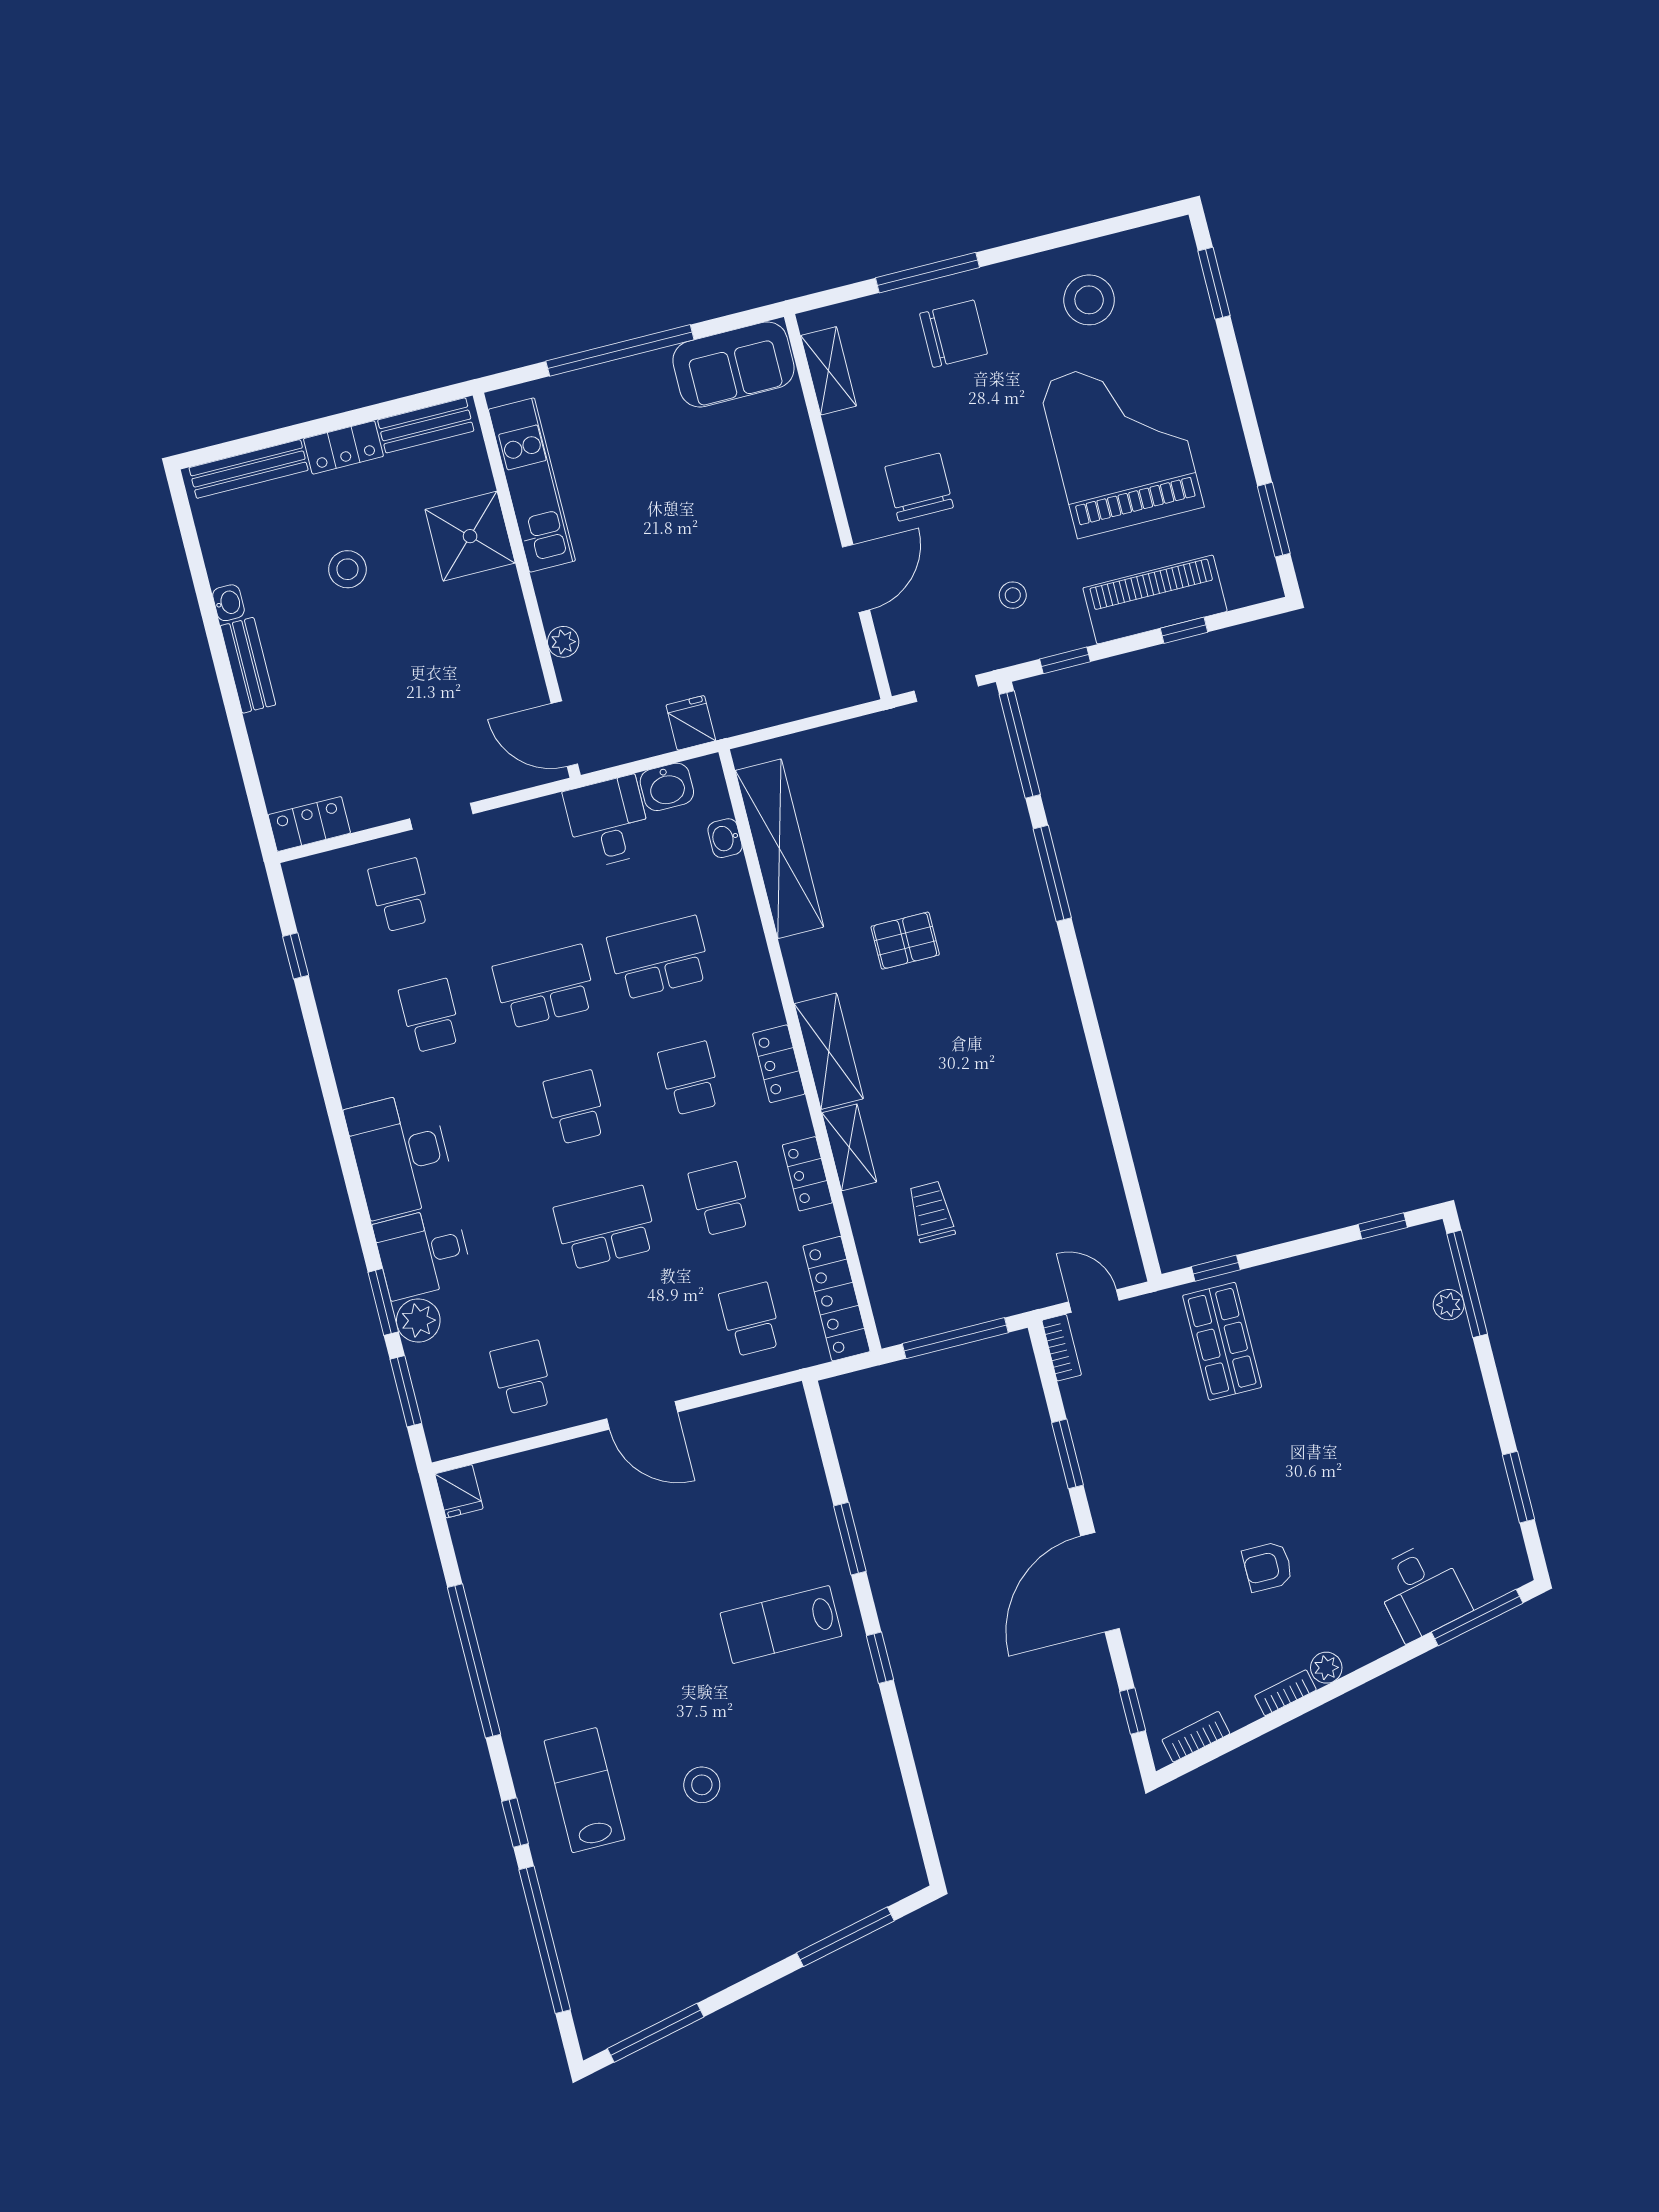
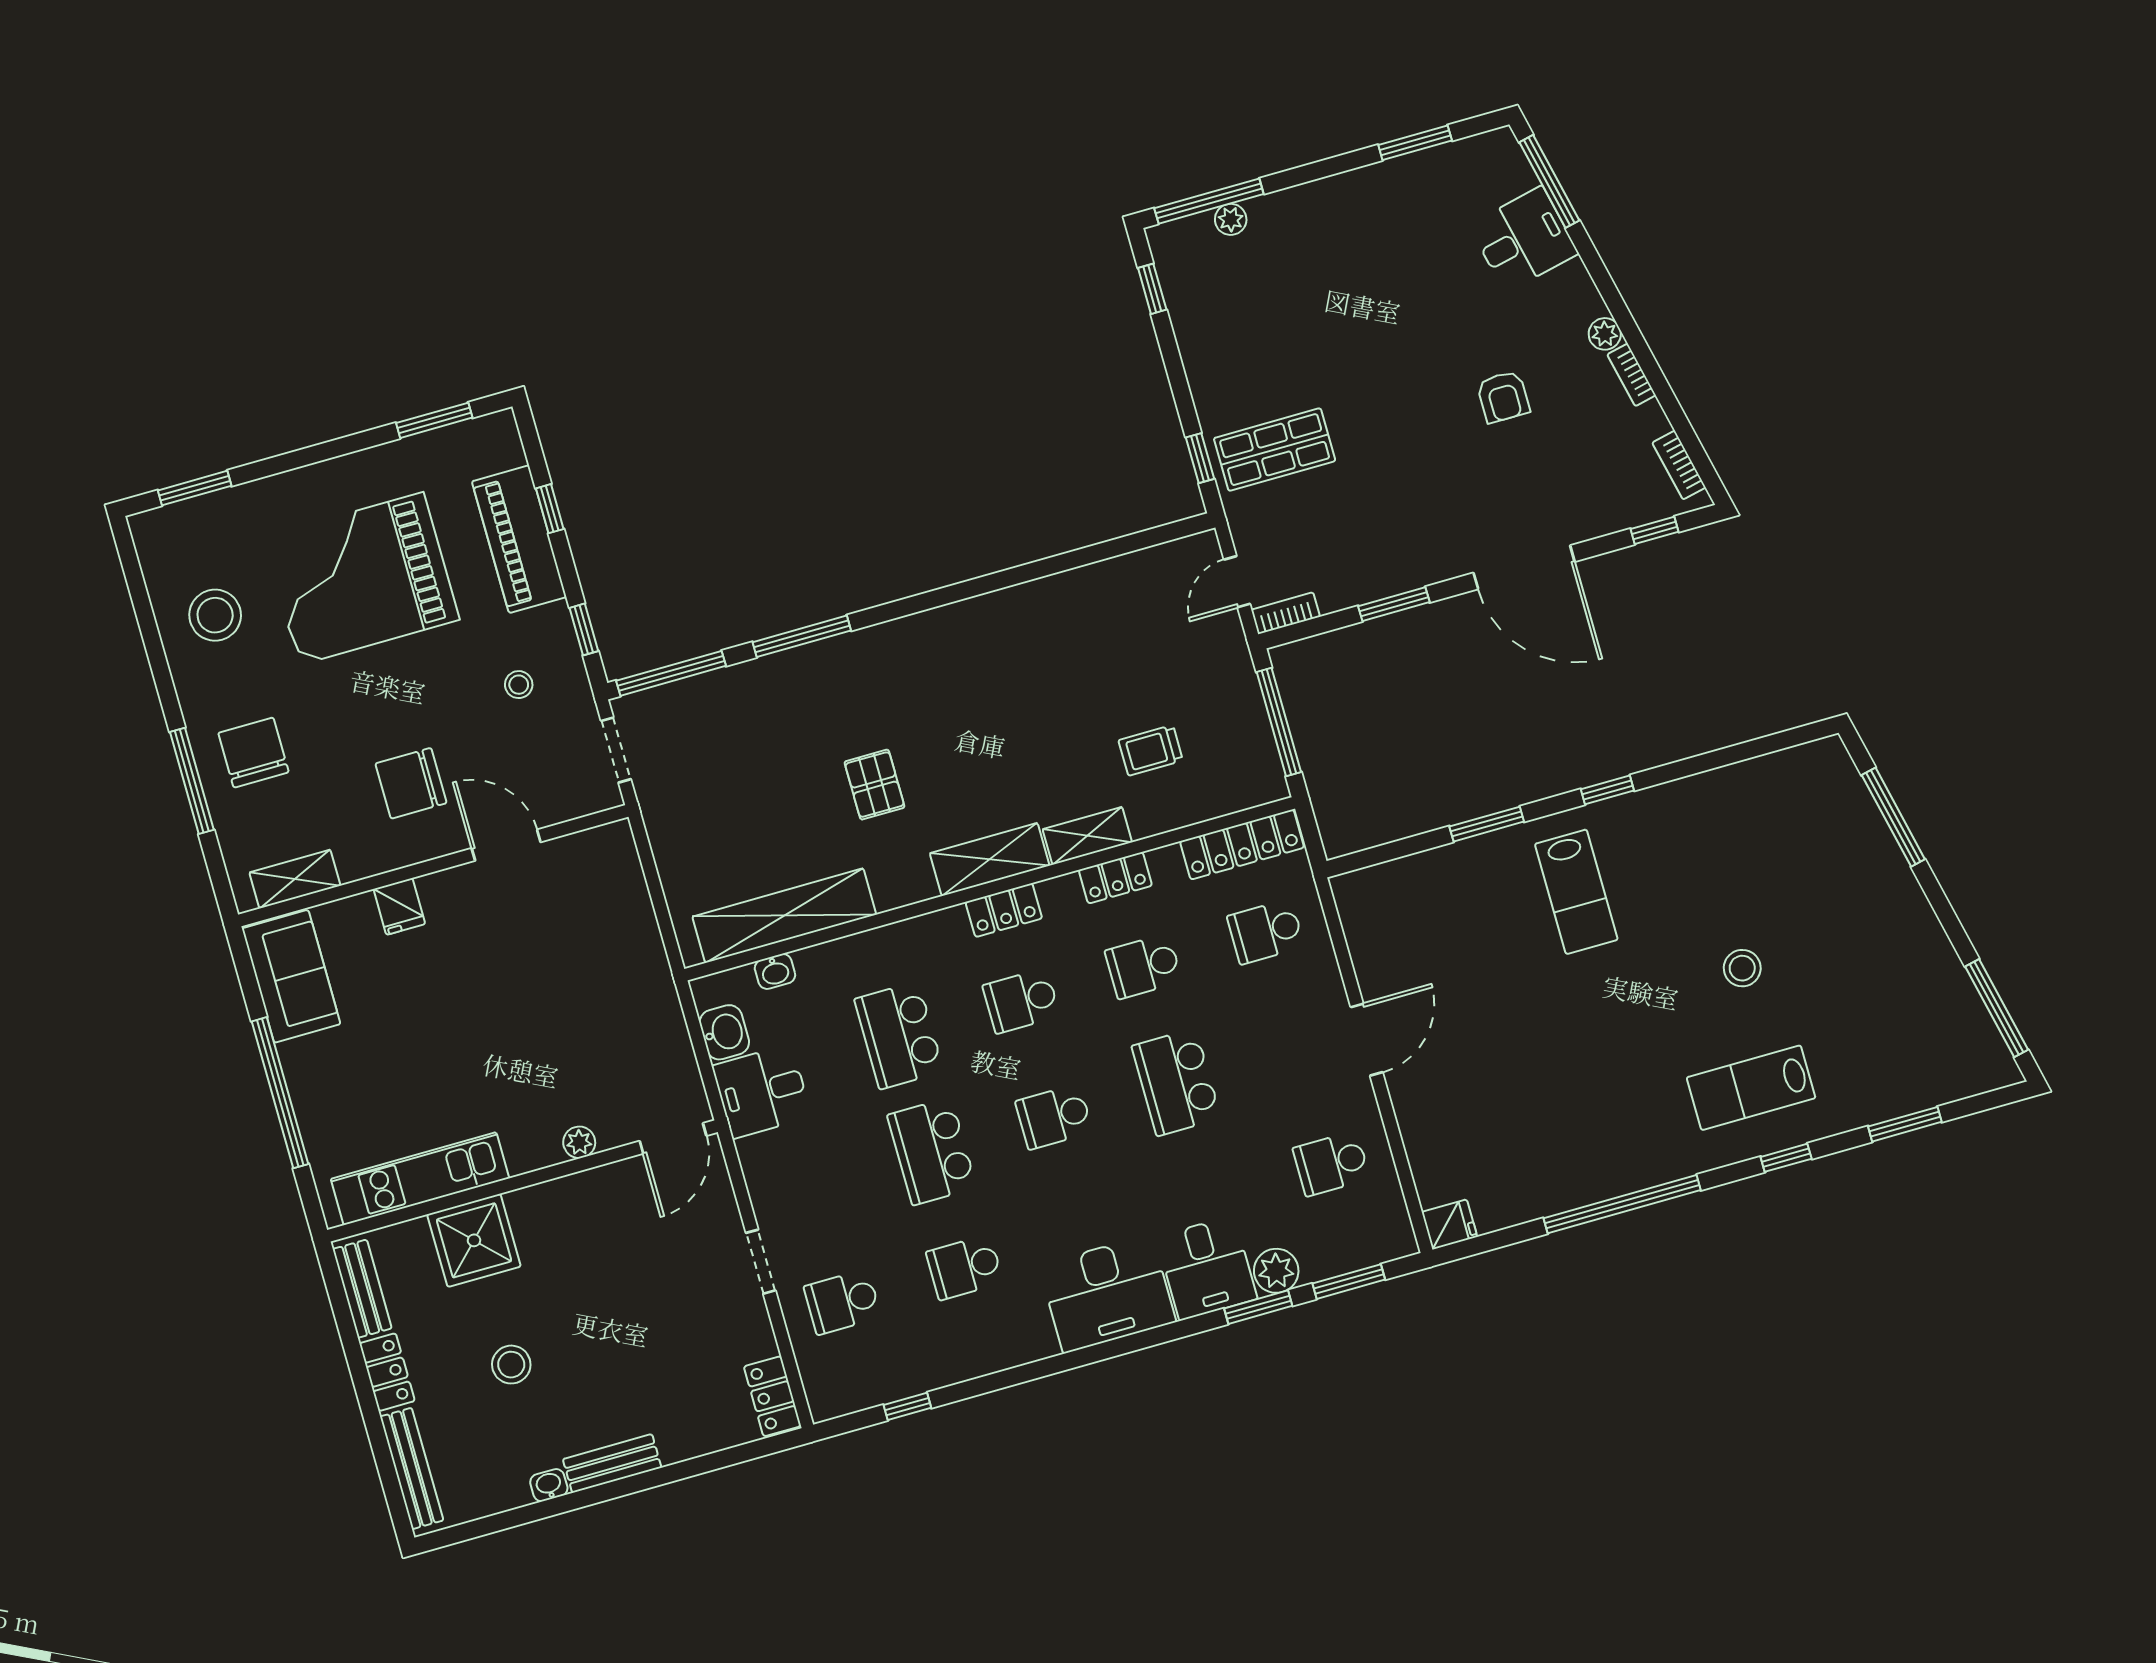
fridge: (691, 723) -> (399, 906), moved, turned -90
window: (545, 1940) -> (1905, 1124), width x0.47

